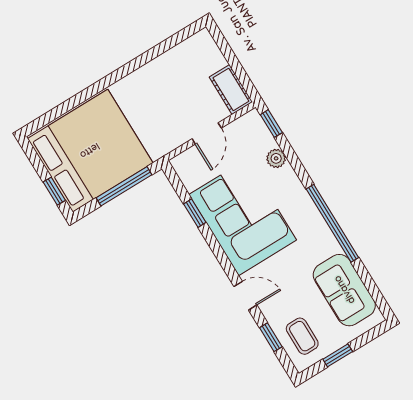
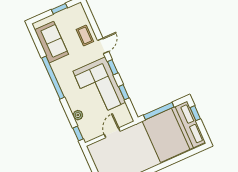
cot: (231, 89) -> (97, 154), removed
door: (245, 296) -> (103, 46), swing flipped
coffee table: (302, 336) -> (85, 35), moved
window: (271, 337) -> (113, 67), moved

